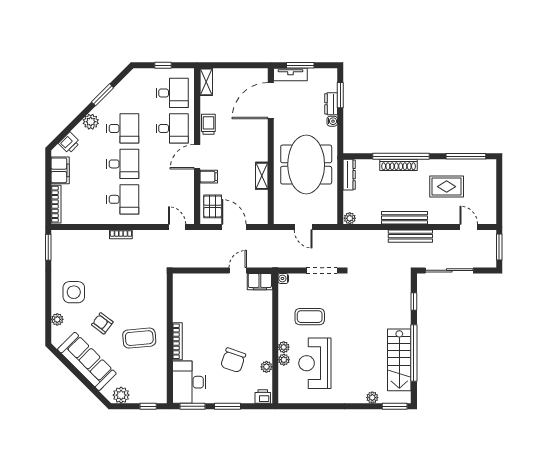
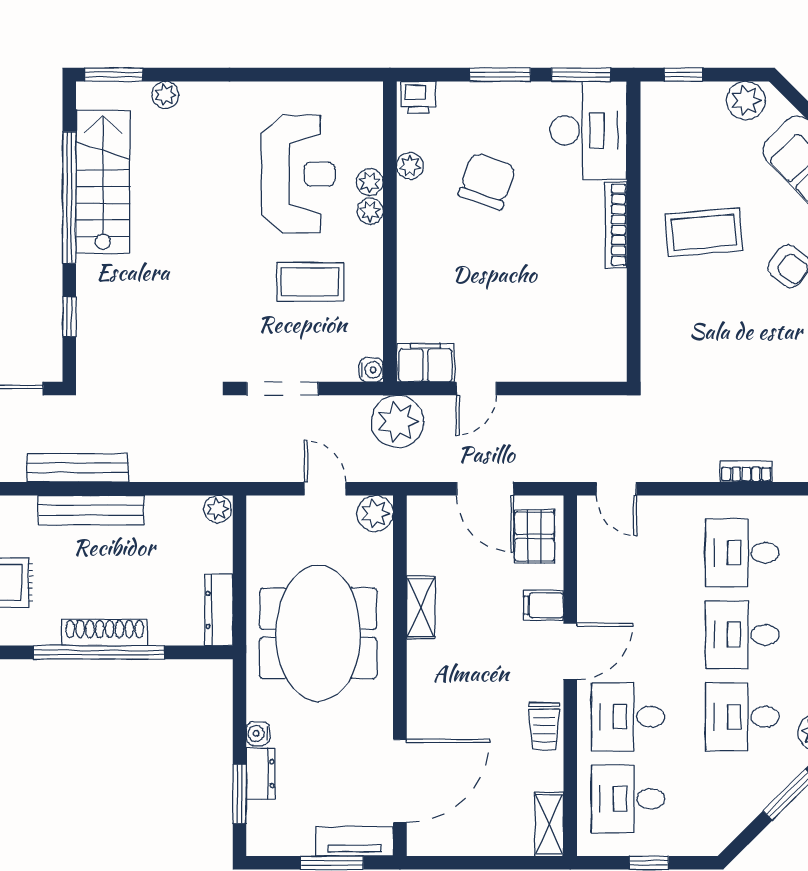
plant: (282, 216) -> (375, 514), added
plant: (272, 256) -> (398, 421), added

